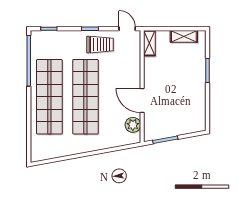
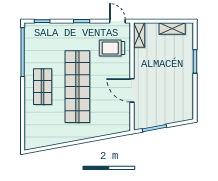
trolley: (100, 45) -> (112, 48), moved, turned 180
shop shelf: (49, 97) -> (43, 87), width x0.50, depth x0.74
plant: (133, 125) -> (123, 114), removed

